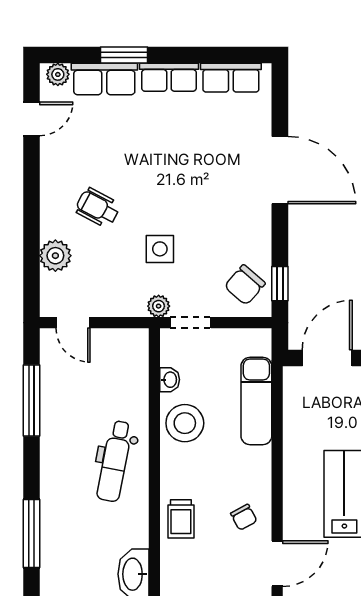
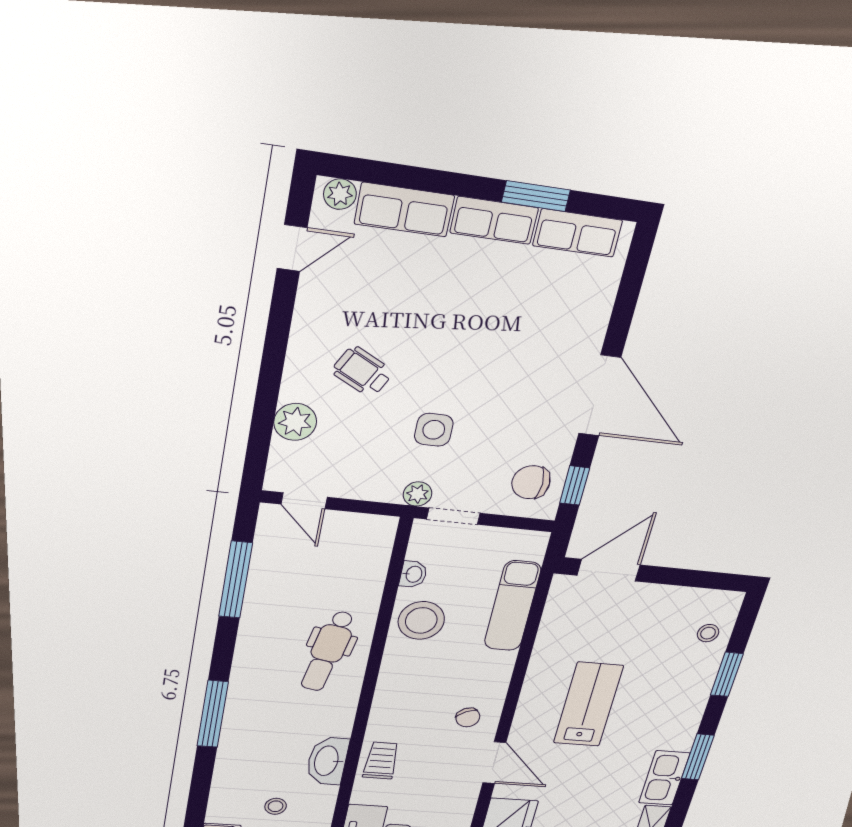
window: (124, 55) -> (536, 196), moved
door: (280, 170) -> (600, 396), moved
chair: (245, 285) -> (531, 482), turned 49
trolley: (181, 519) -> (381, 761), moved, turned 180
door: (277, 564) -> (494, 763), hinge flipped

